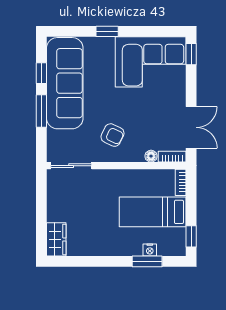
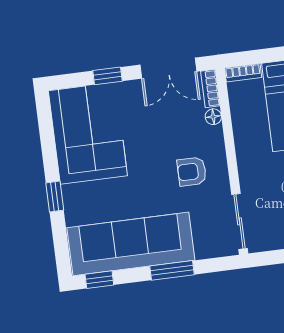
window: (191, 54) -> (107, 76), moved
window: (41, 73) -> (99, 280), moved
double door: (191, 127) -> (168, 68), swing flipped
armchair: (112, 135) -> (192, 172), turned -115

